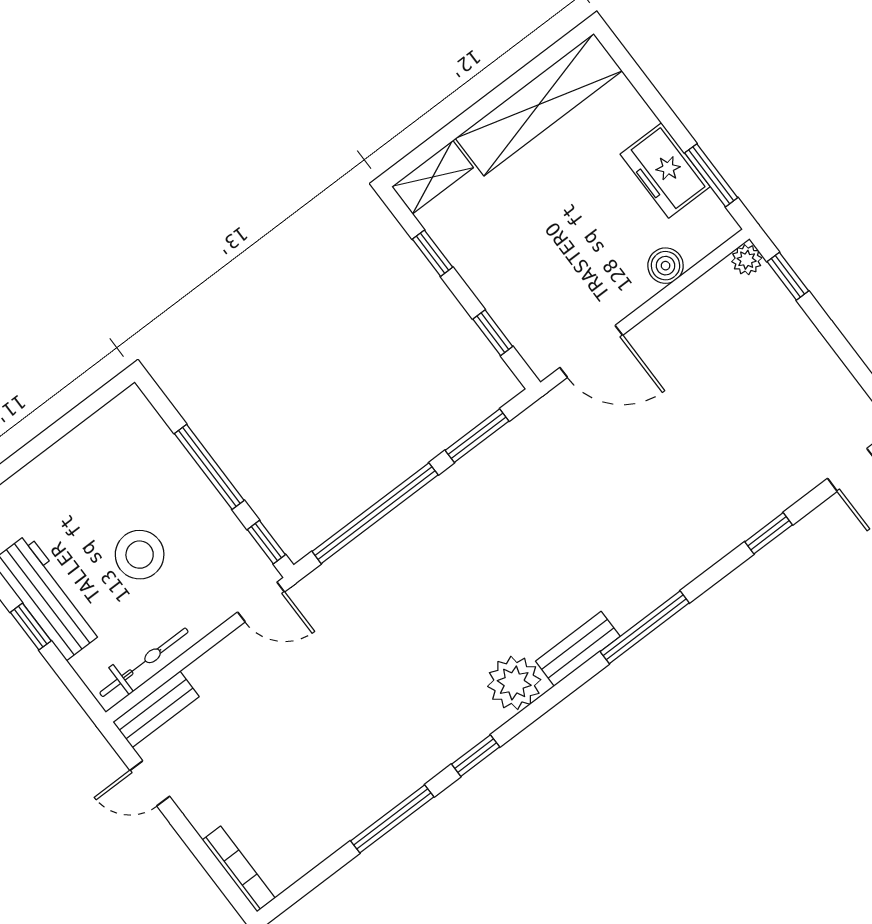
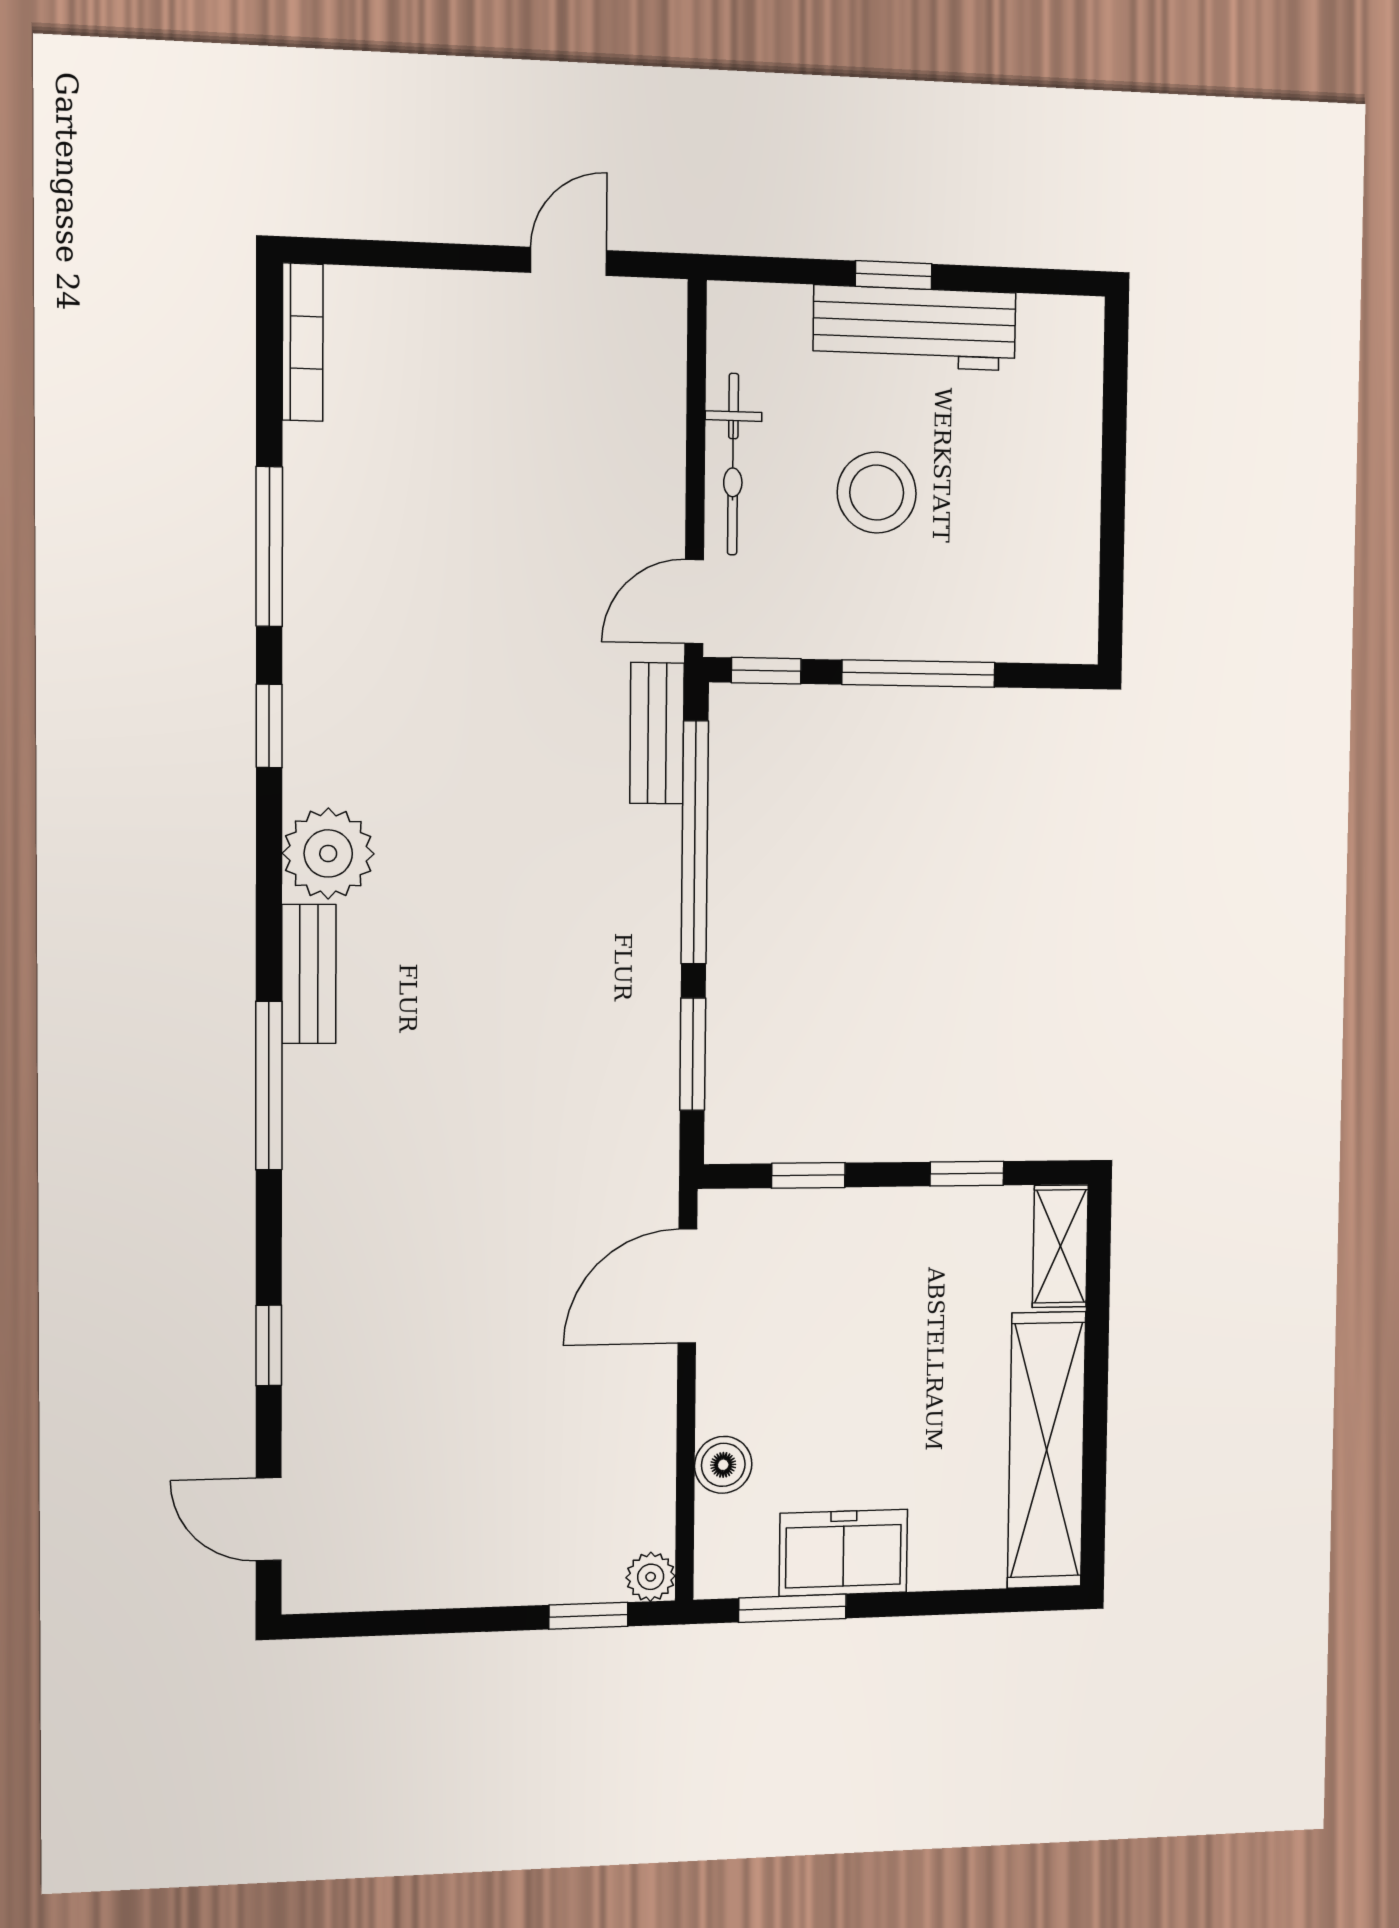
bicycle: (144, 662) -> (733, 464), moved
bench: (156, 709) -> (657, 733), moved
bookcase: (239, 869) -> (303, 342), moved, turned -90

